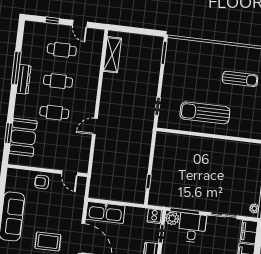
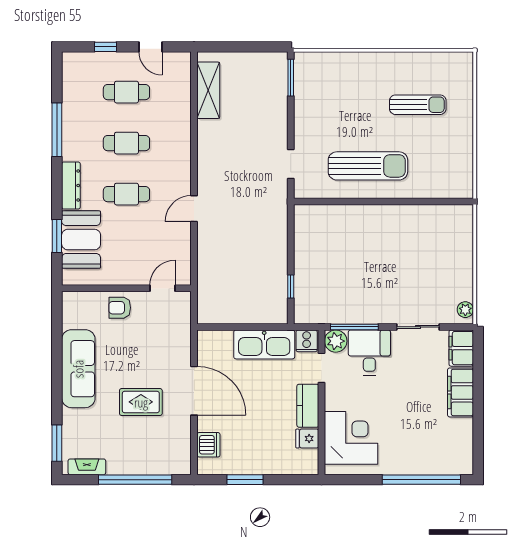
dresser: (24, 79) -> (71, 186), moved
sun lounger: (205, 113) -> (368, 166), turned 180
door: (70, 173) -> (162, 288), swing flipped
kitchen sink: (105, 212) -> (264, 344), moved

